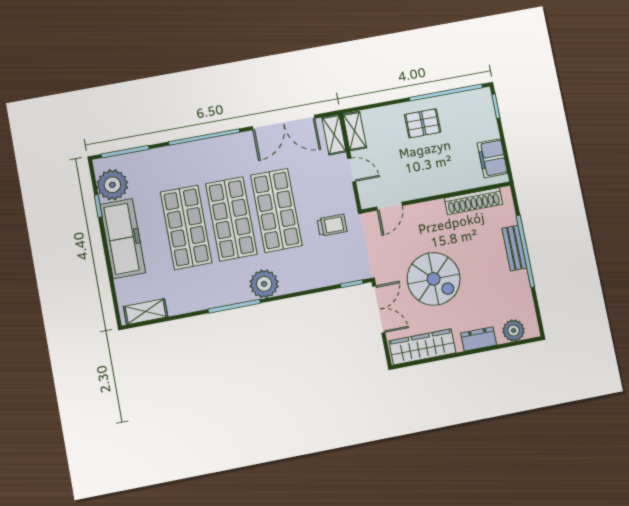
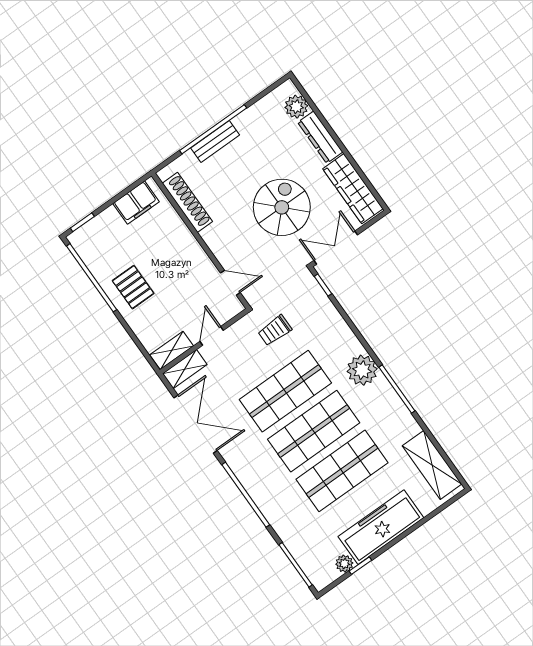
plant: (112, 185) -> (344, 564), width x0.53, depth x0.53
trolley: (332, 225) -> (275, 330), turned -90
shelving: (146, 312) -> (432, 465), width x1.50, depth x1.33
dresser: (479, 339) -> (320, 137), width x1.44

